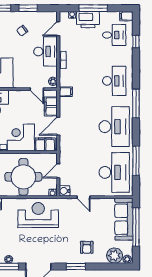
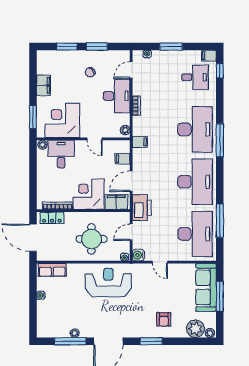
window: (93, 8) -> (171, 47), width x0.69
printer: (88, 20) -> (142, 208), moved, turned -90
window: (136, 42) -> (220, 71), moved
desk: (114, 81) -> (195, 129), width x1.36, depth x1.30
door: (37, 89) -> (95, 139), moved
window: (136, 103) -> (220, 140), moved
filing cabinet: (51, 106) -> (123, 159), width x0.50
round table: (23, 177) -> (91, 239), width x0.73, depth x0.73
window: (136, 227) -> (220, 296), width x0.68

